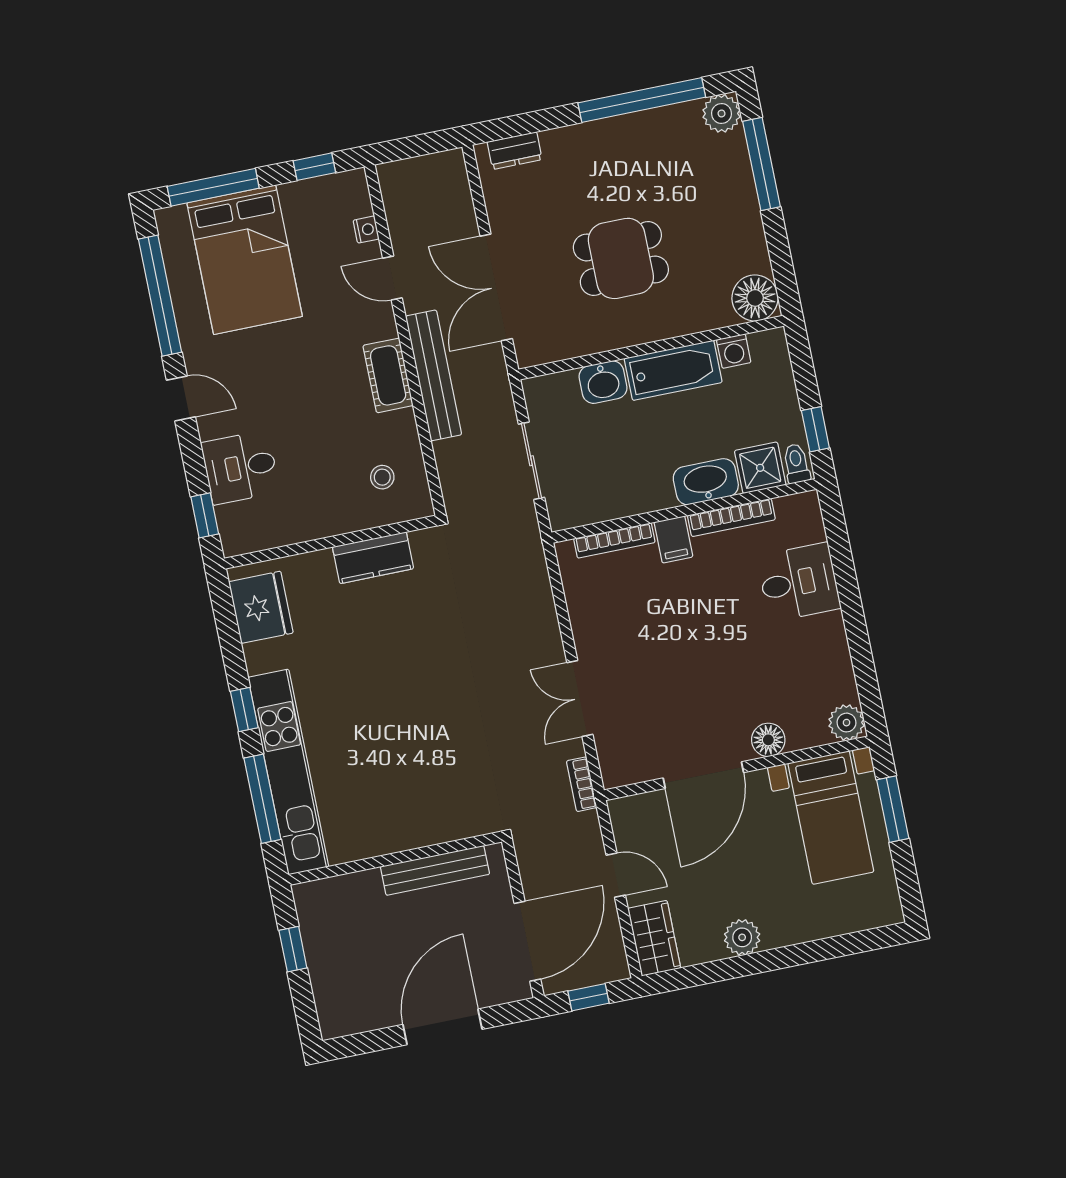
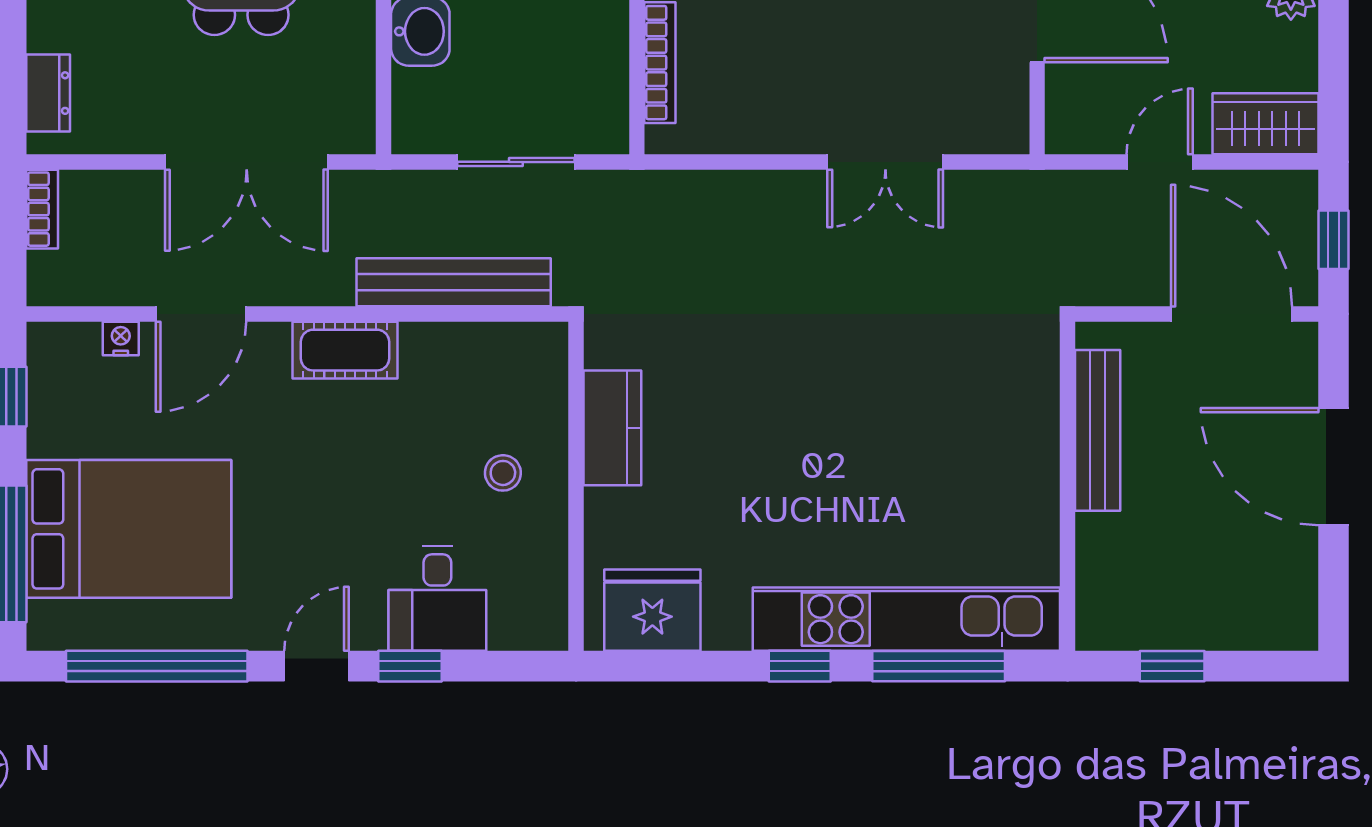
door: (392, 278) -> (201, 314), width x1.38
bench: (434, 375) -> (454, 282), moved
stool: (382, 477) -> (503, 473), moved
window: (205, 515) -> (410, 666), moved
bookcase: (582, 784) -> (42, 209), moved, turned -90

